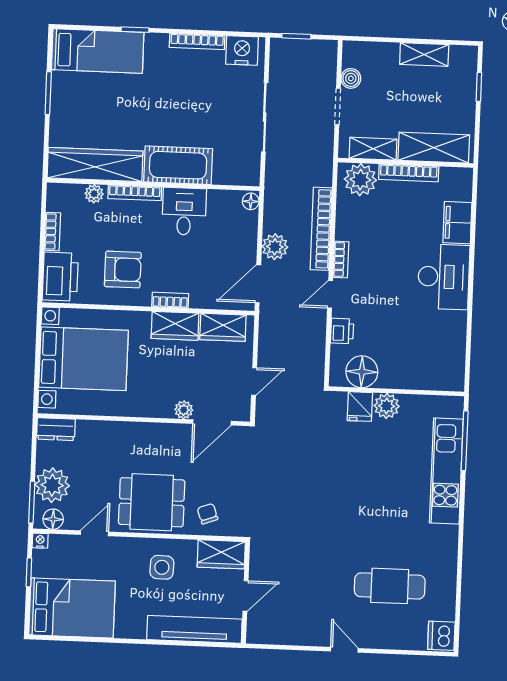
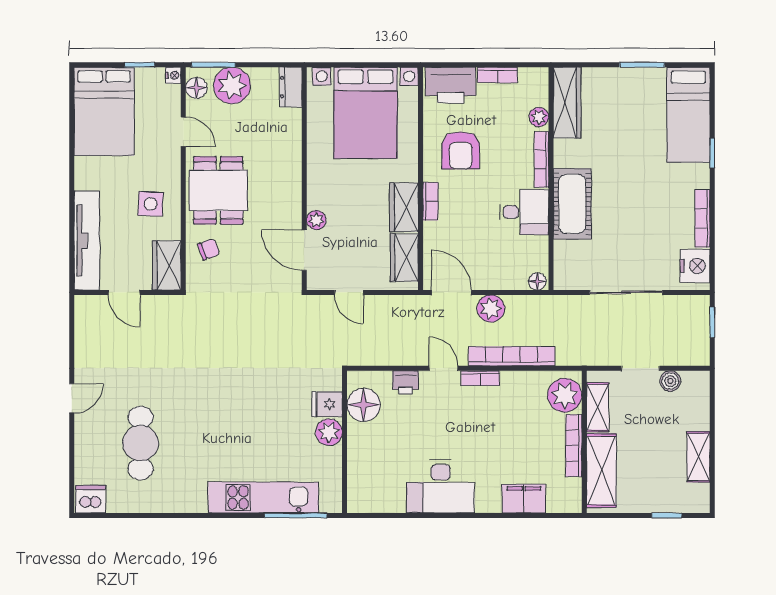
wardrobe: (95, 164) -> (567, 103), width x0.71, depth x0.85
desk: (444, 277) -> (441, 487), moved

